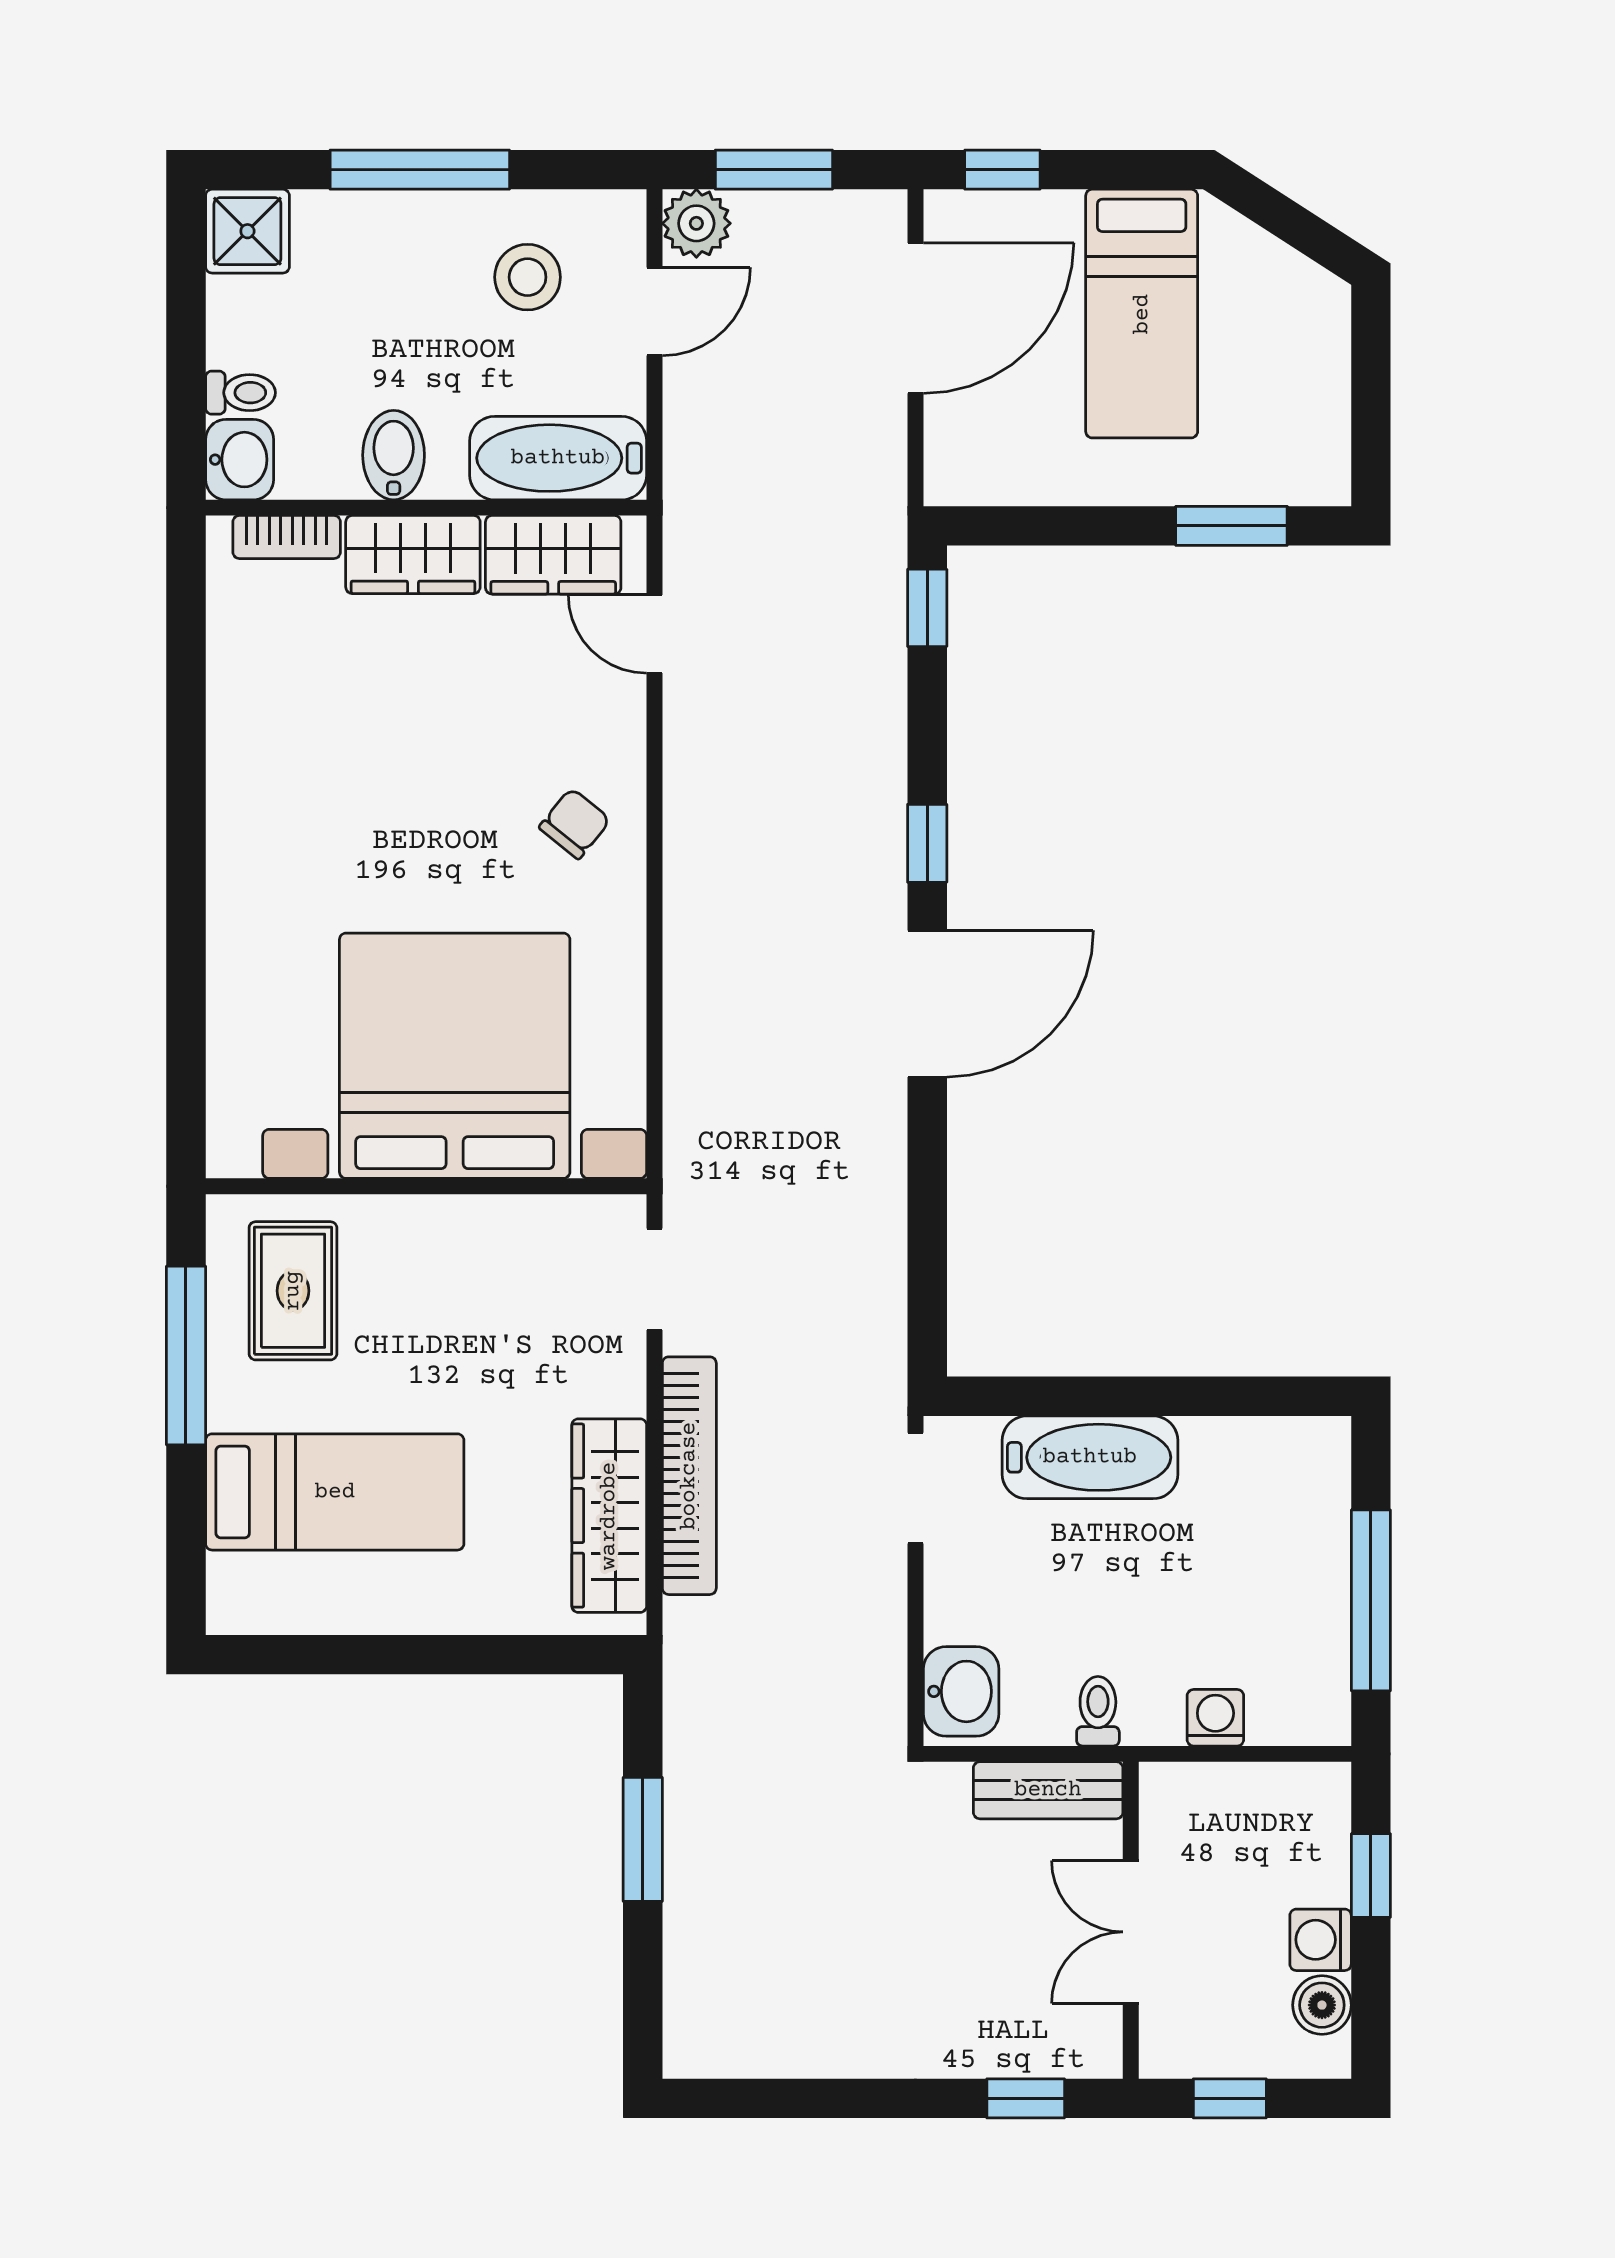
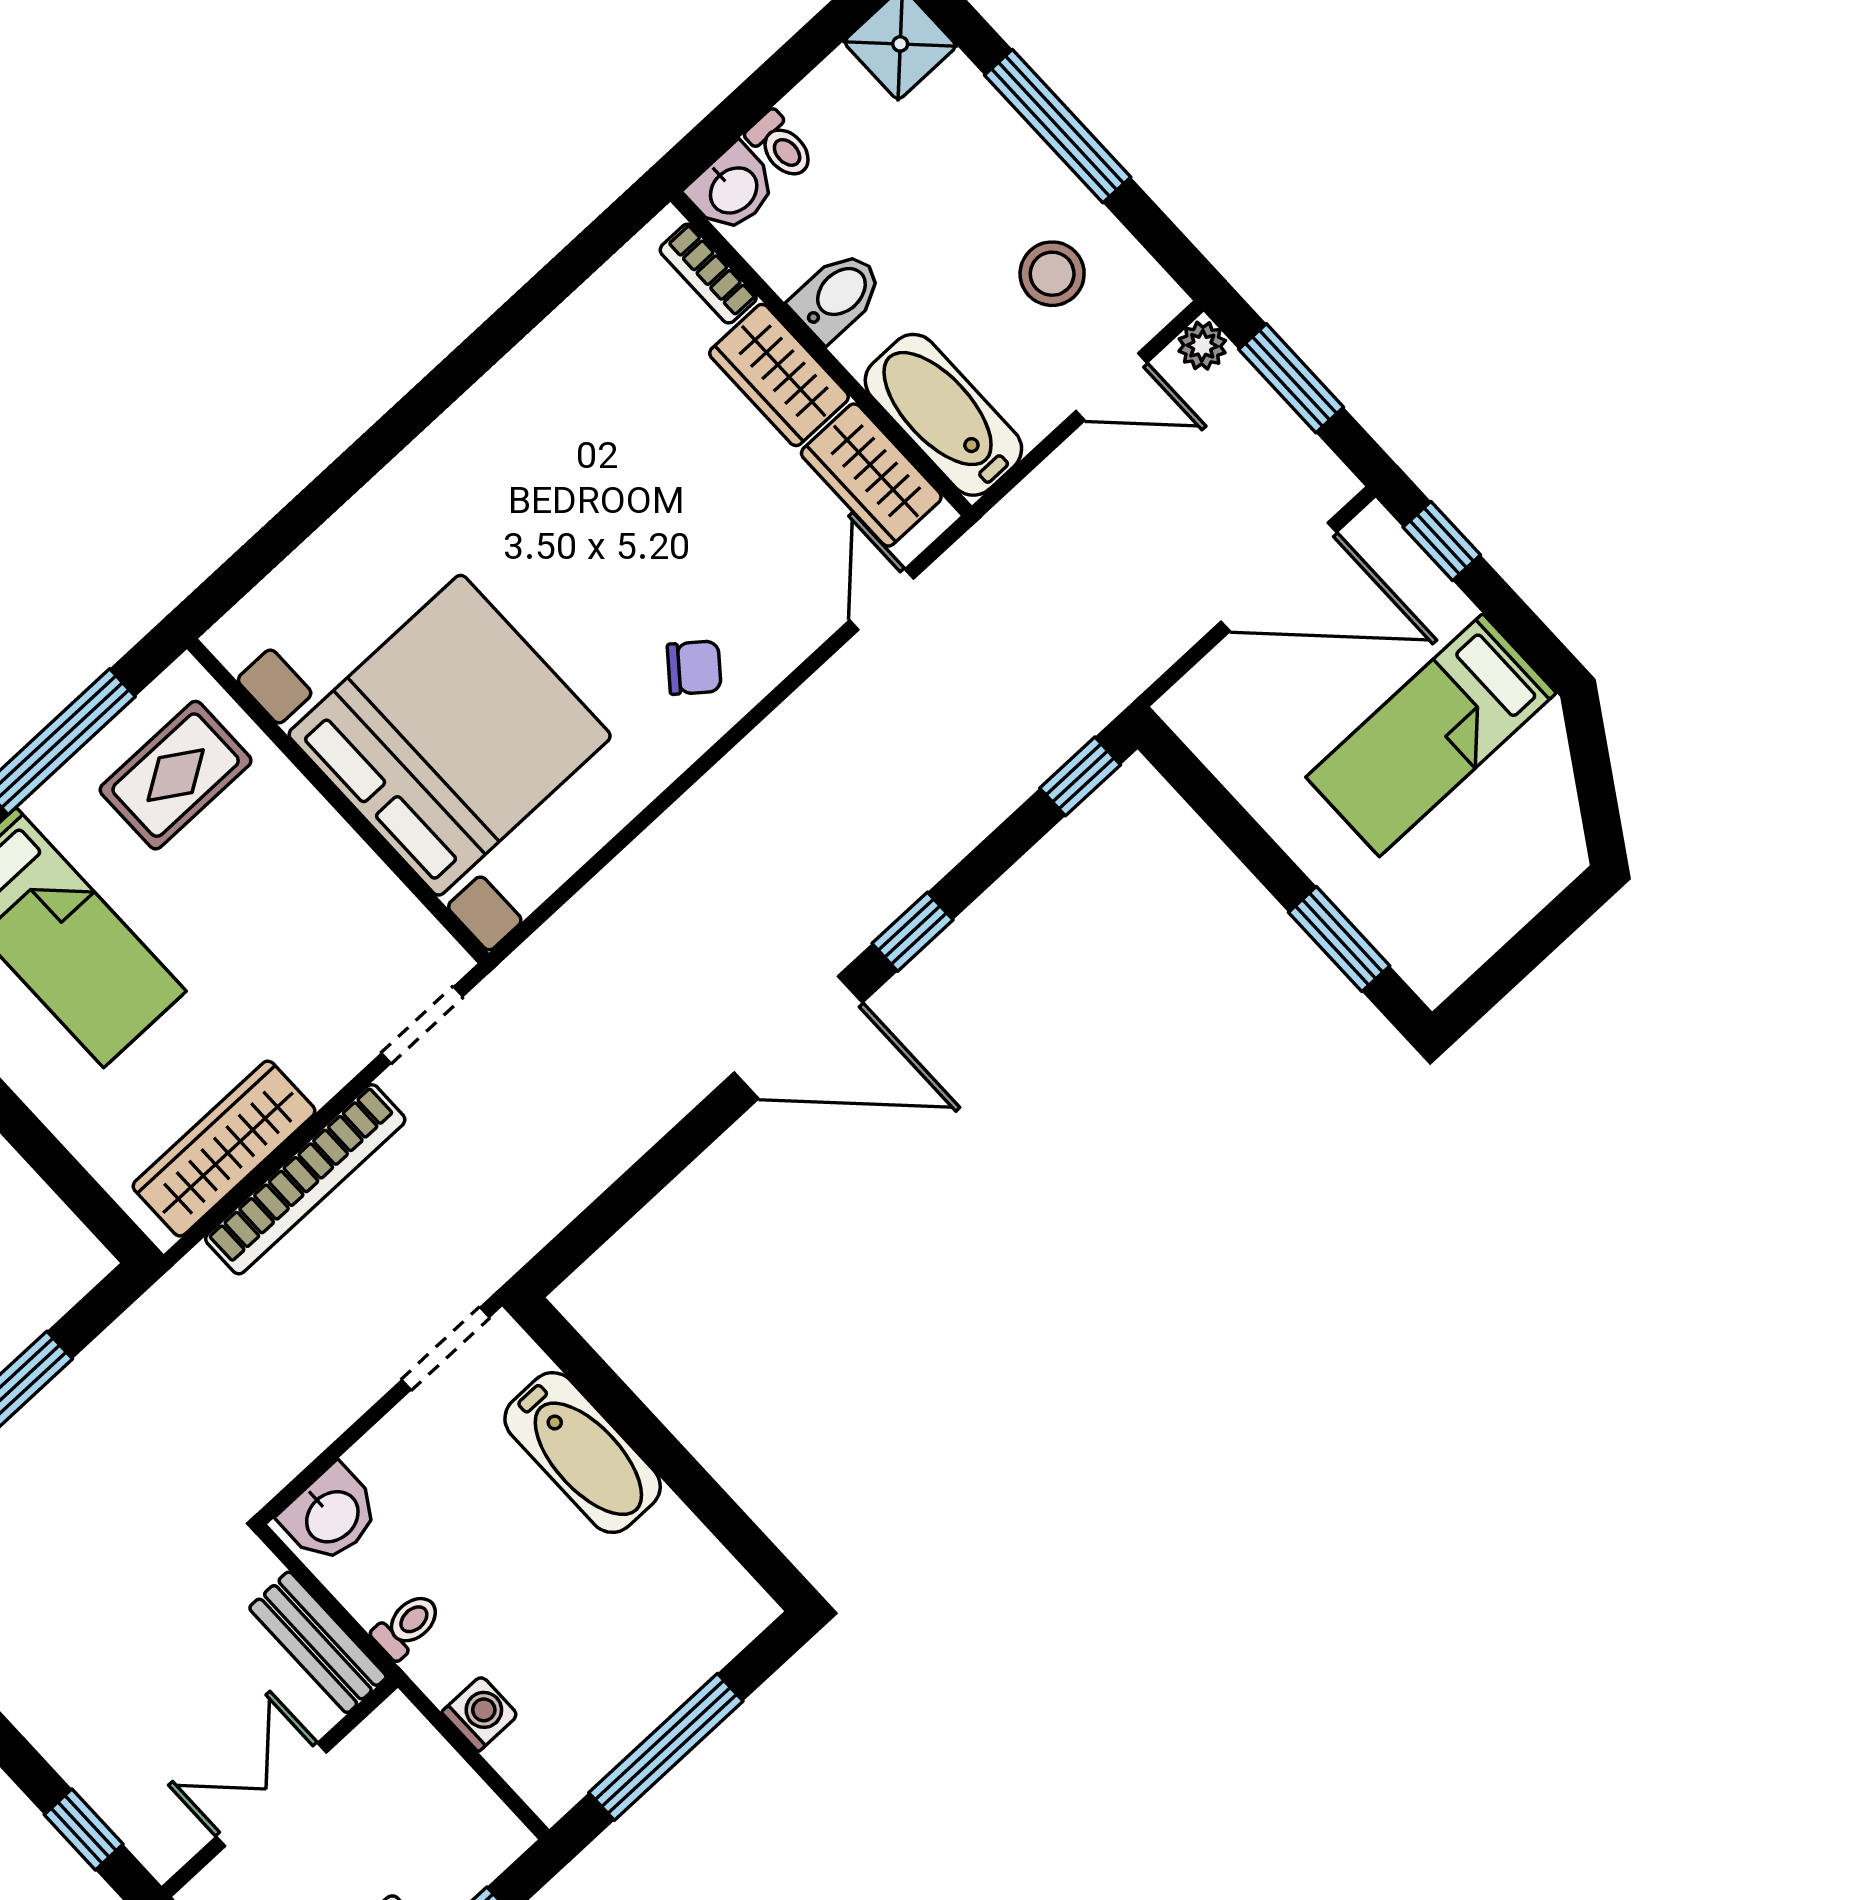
plant: (696, 223) -> (1202, 346), width x0.73, depth x0.73

